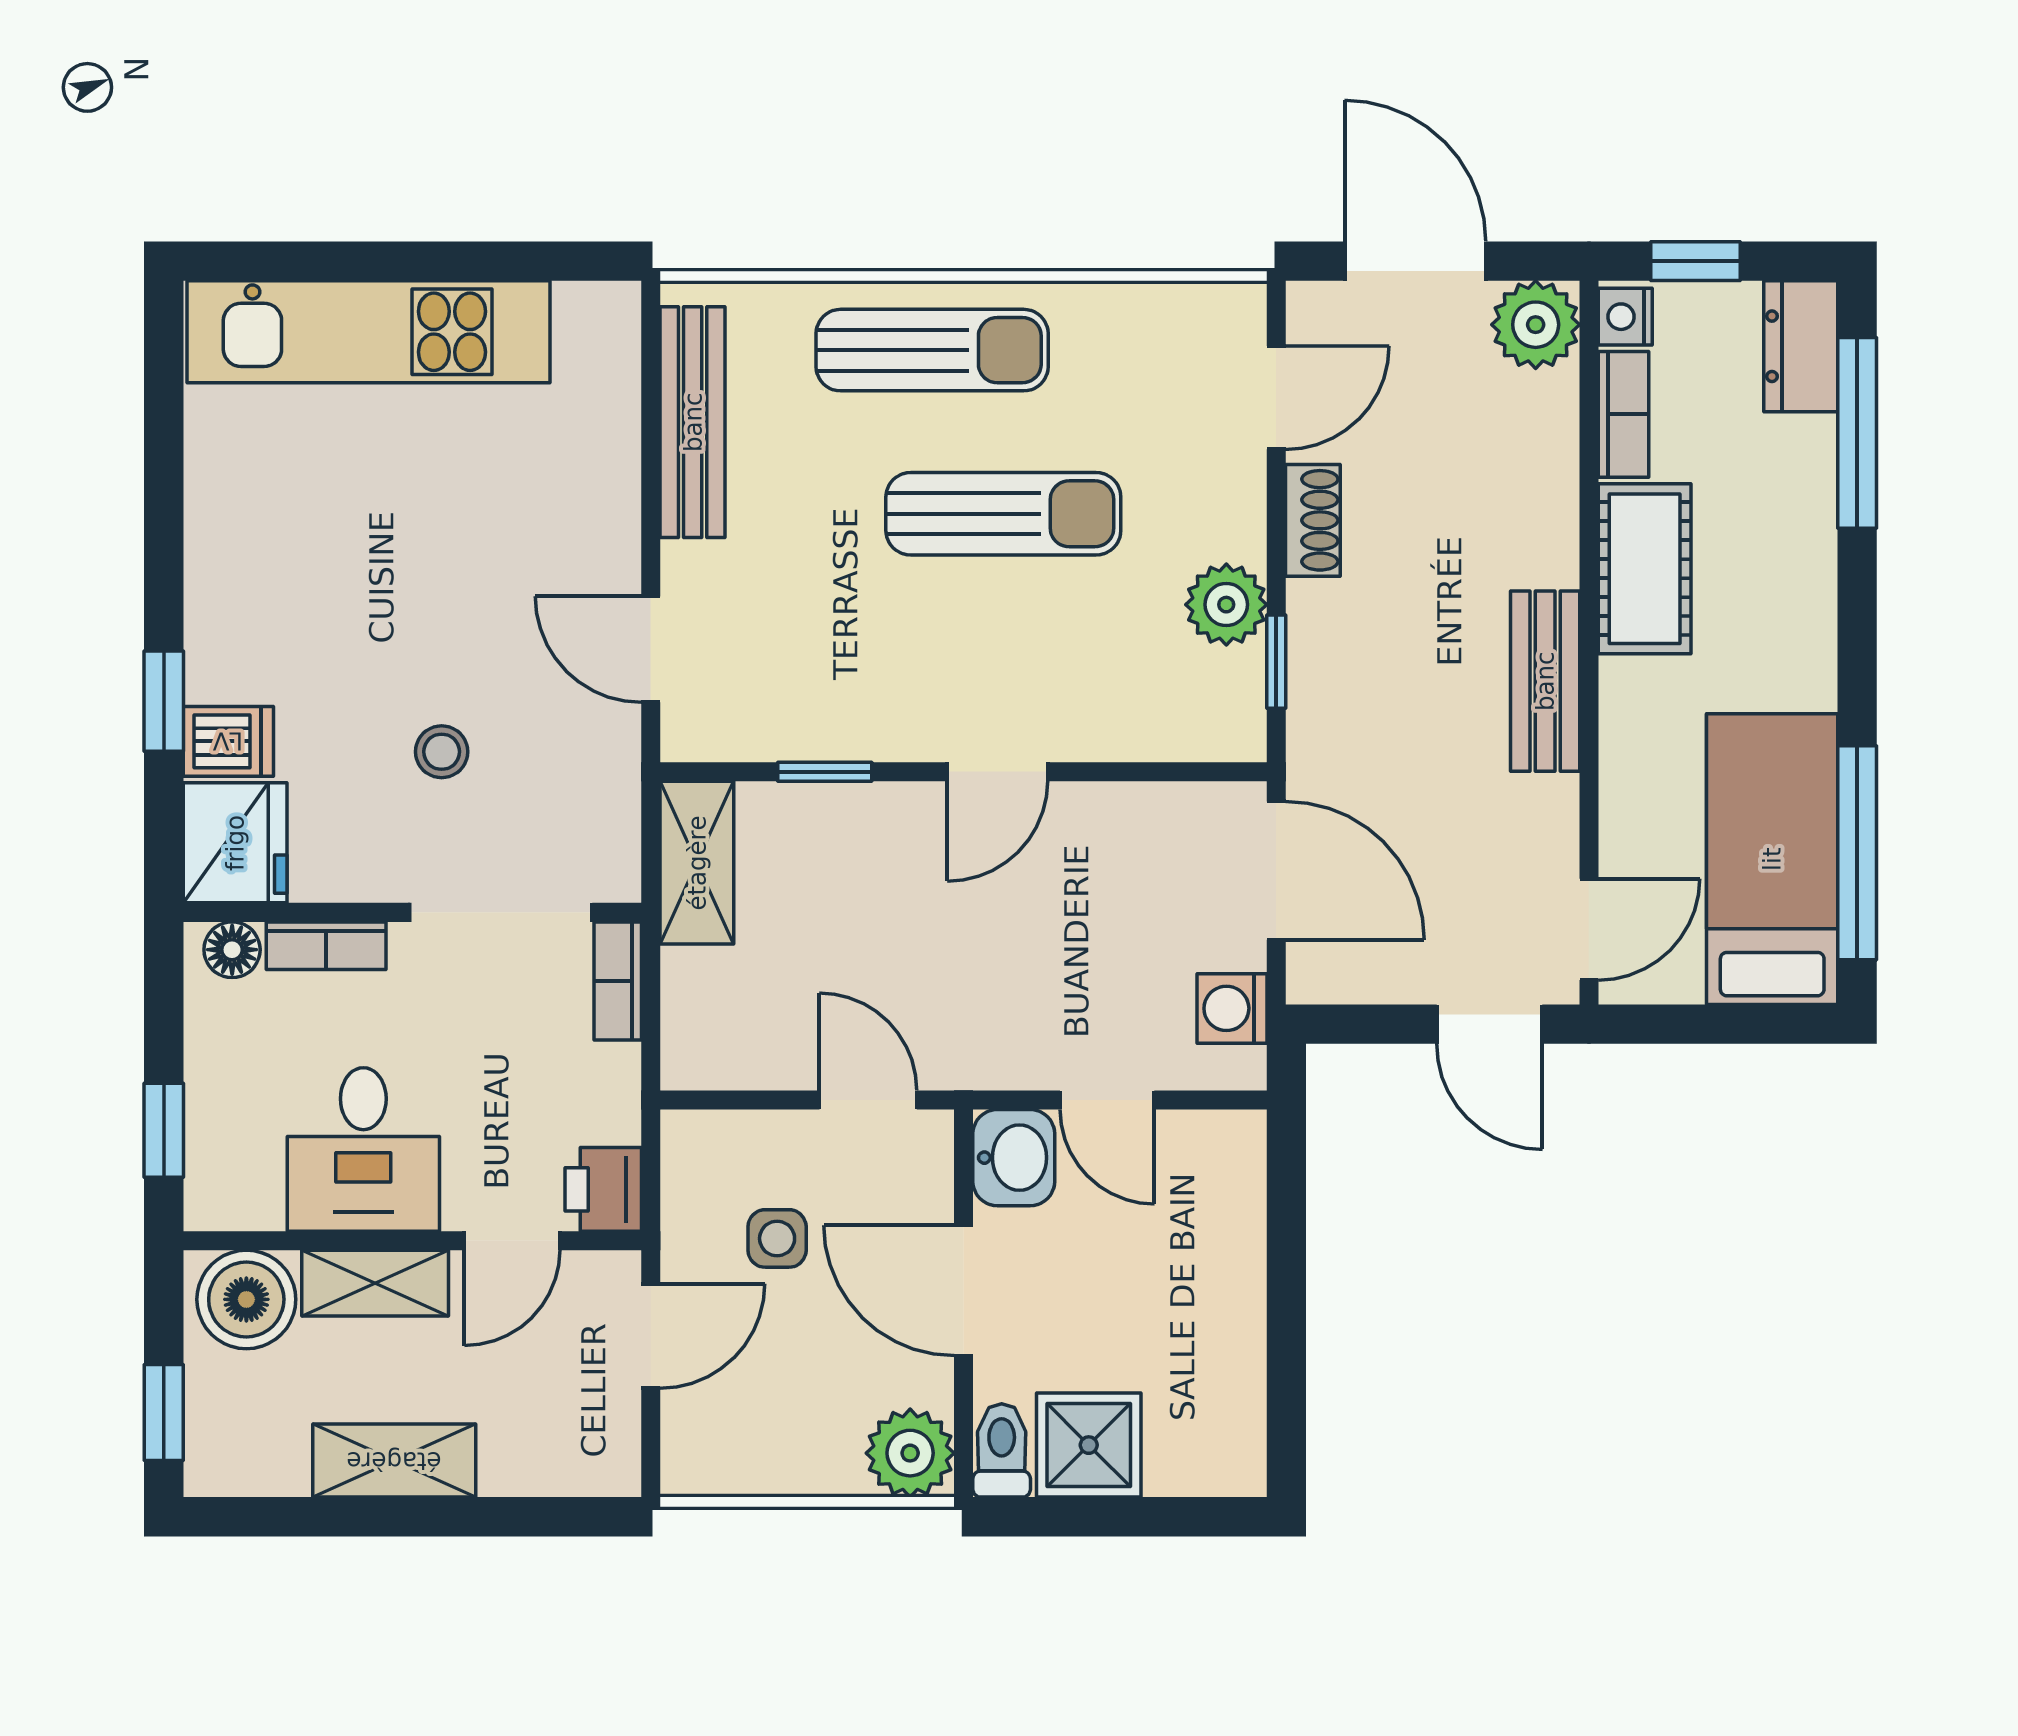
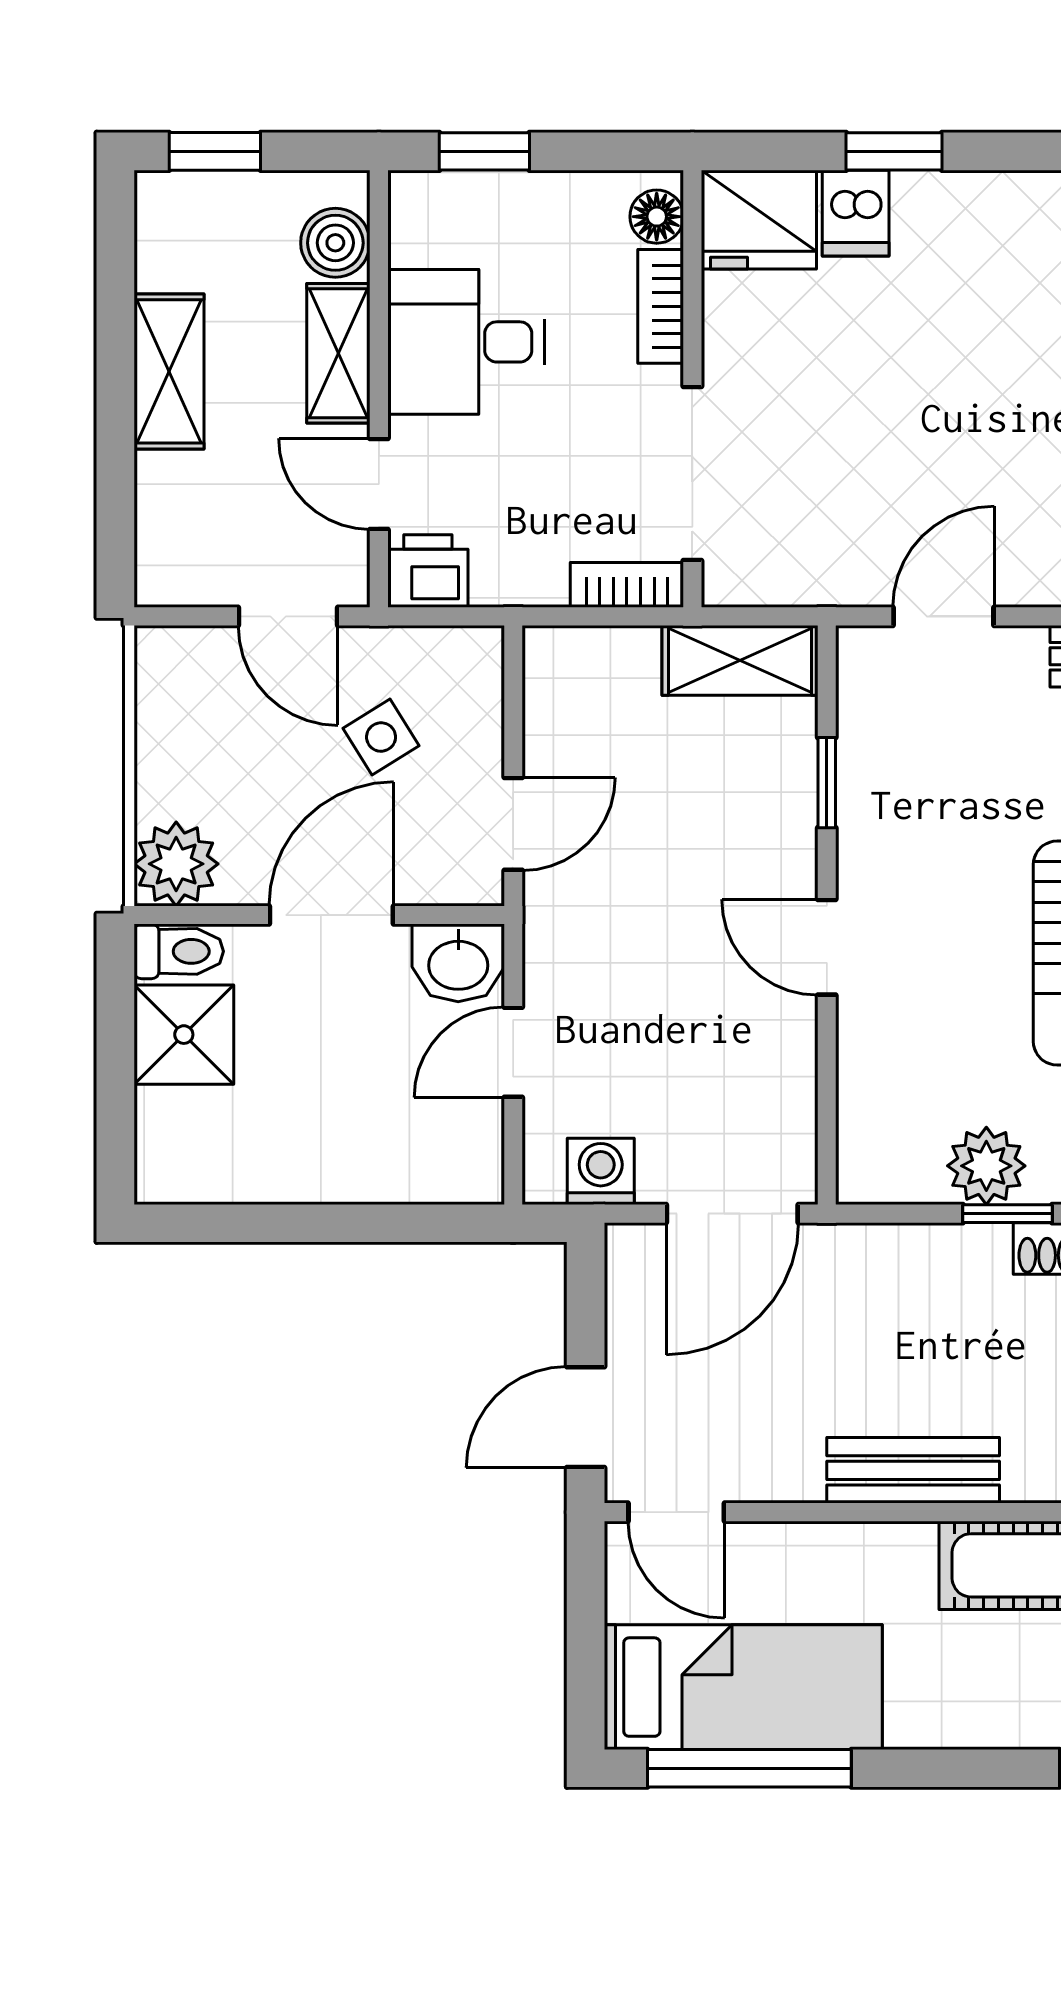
window: (1276, 662) -> (1007, 1214), moved
stool: (442, 752) -> (846, 417), removed
side table: (777, 1238) -> (381, 737), turned -32
boiler: (246, 1299) -> (335, 243), width x0.73, depth x0.73

